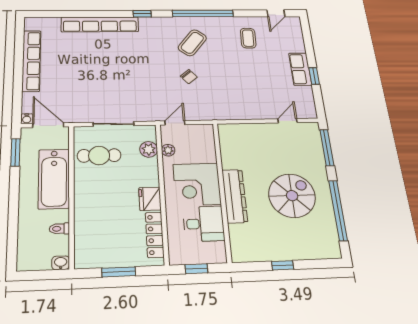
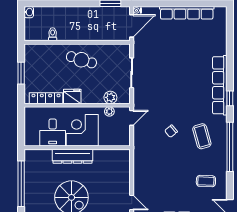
row of seats: (100, 24) -> (220, 85), moved
coffee table: (192, 43) -> (202, 136), turned 36
door: (175, 123) -> (132, 118), hinge flipped
cafe table: (99, 155) -> (81, 60), moved, turned -73
bathtub: (54, 179) -> (89, 30), removed
washbasin: (61, 263) -> (29, 12), moved
window: (283, 265) -> (21, 184), width x3.17
window: (196, 269) -> (21, 125), removed

